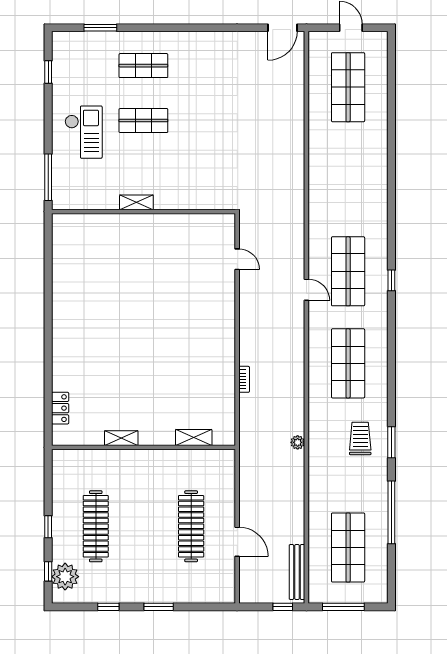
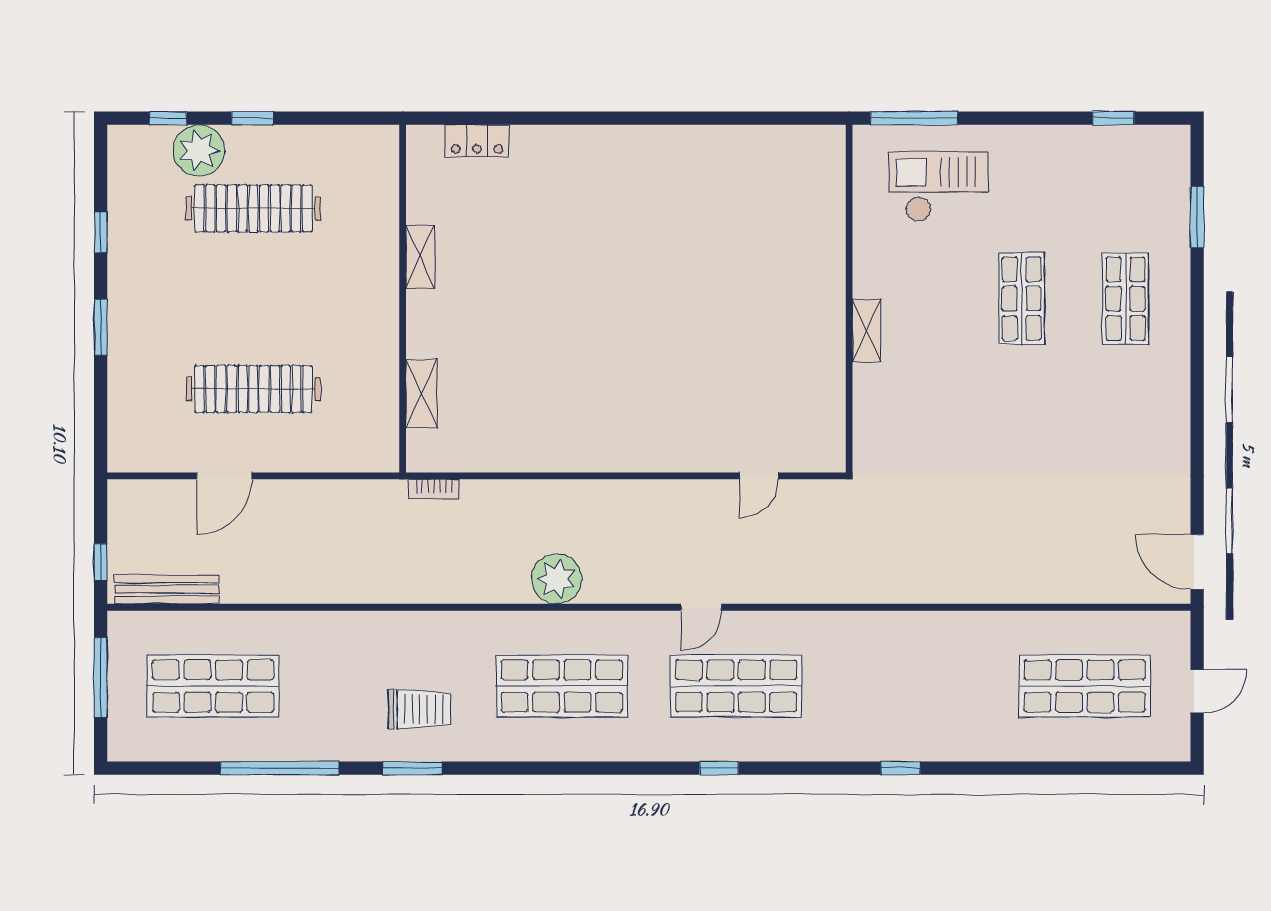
checkout: (84, 132) -> (938, 187), moved, turned 180
window: (391, 184) -> (901, 768), added
shelving: (136, 202) -> (867, 330), moved
bookcase: (244, 379) -> (434, 489), moved
plant: (298, 442) -> (557, 579), moved, width x1.87, depth x1.87
plant: (65, 577) -> (199, 150), moved

